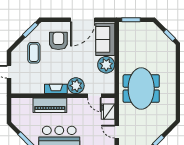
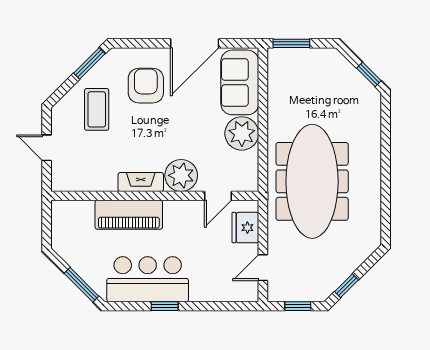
meeting table: (141, 89) -> (312, 181), width x1.36
door: (94, 96) -> (218, 196), hinge flipped
door: (117, 132) -> (263, 268), hinge flipped

